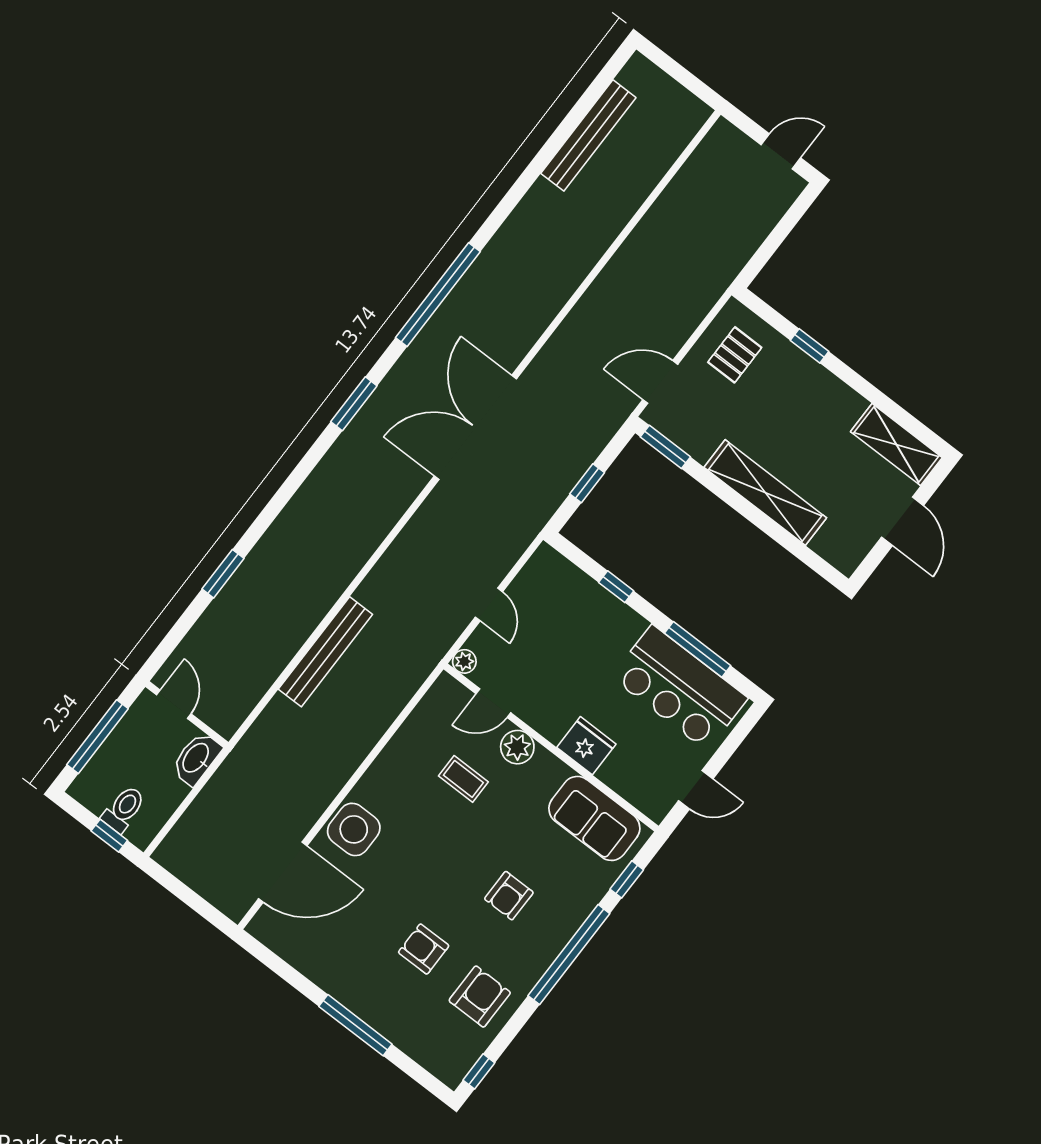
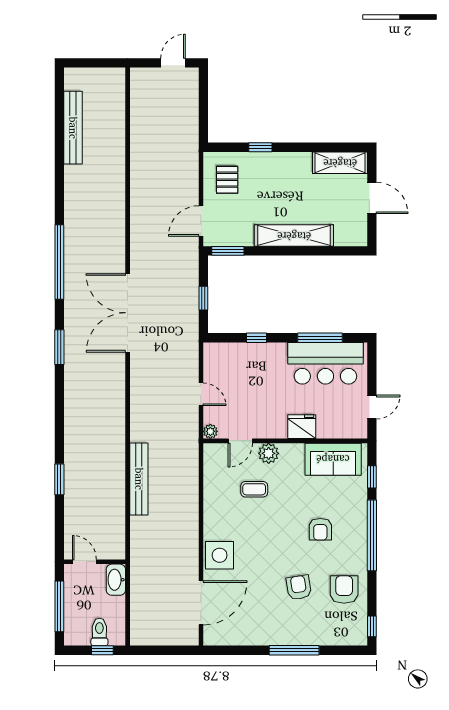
armchair: (424, 949) -> (299, 587), turned 81

